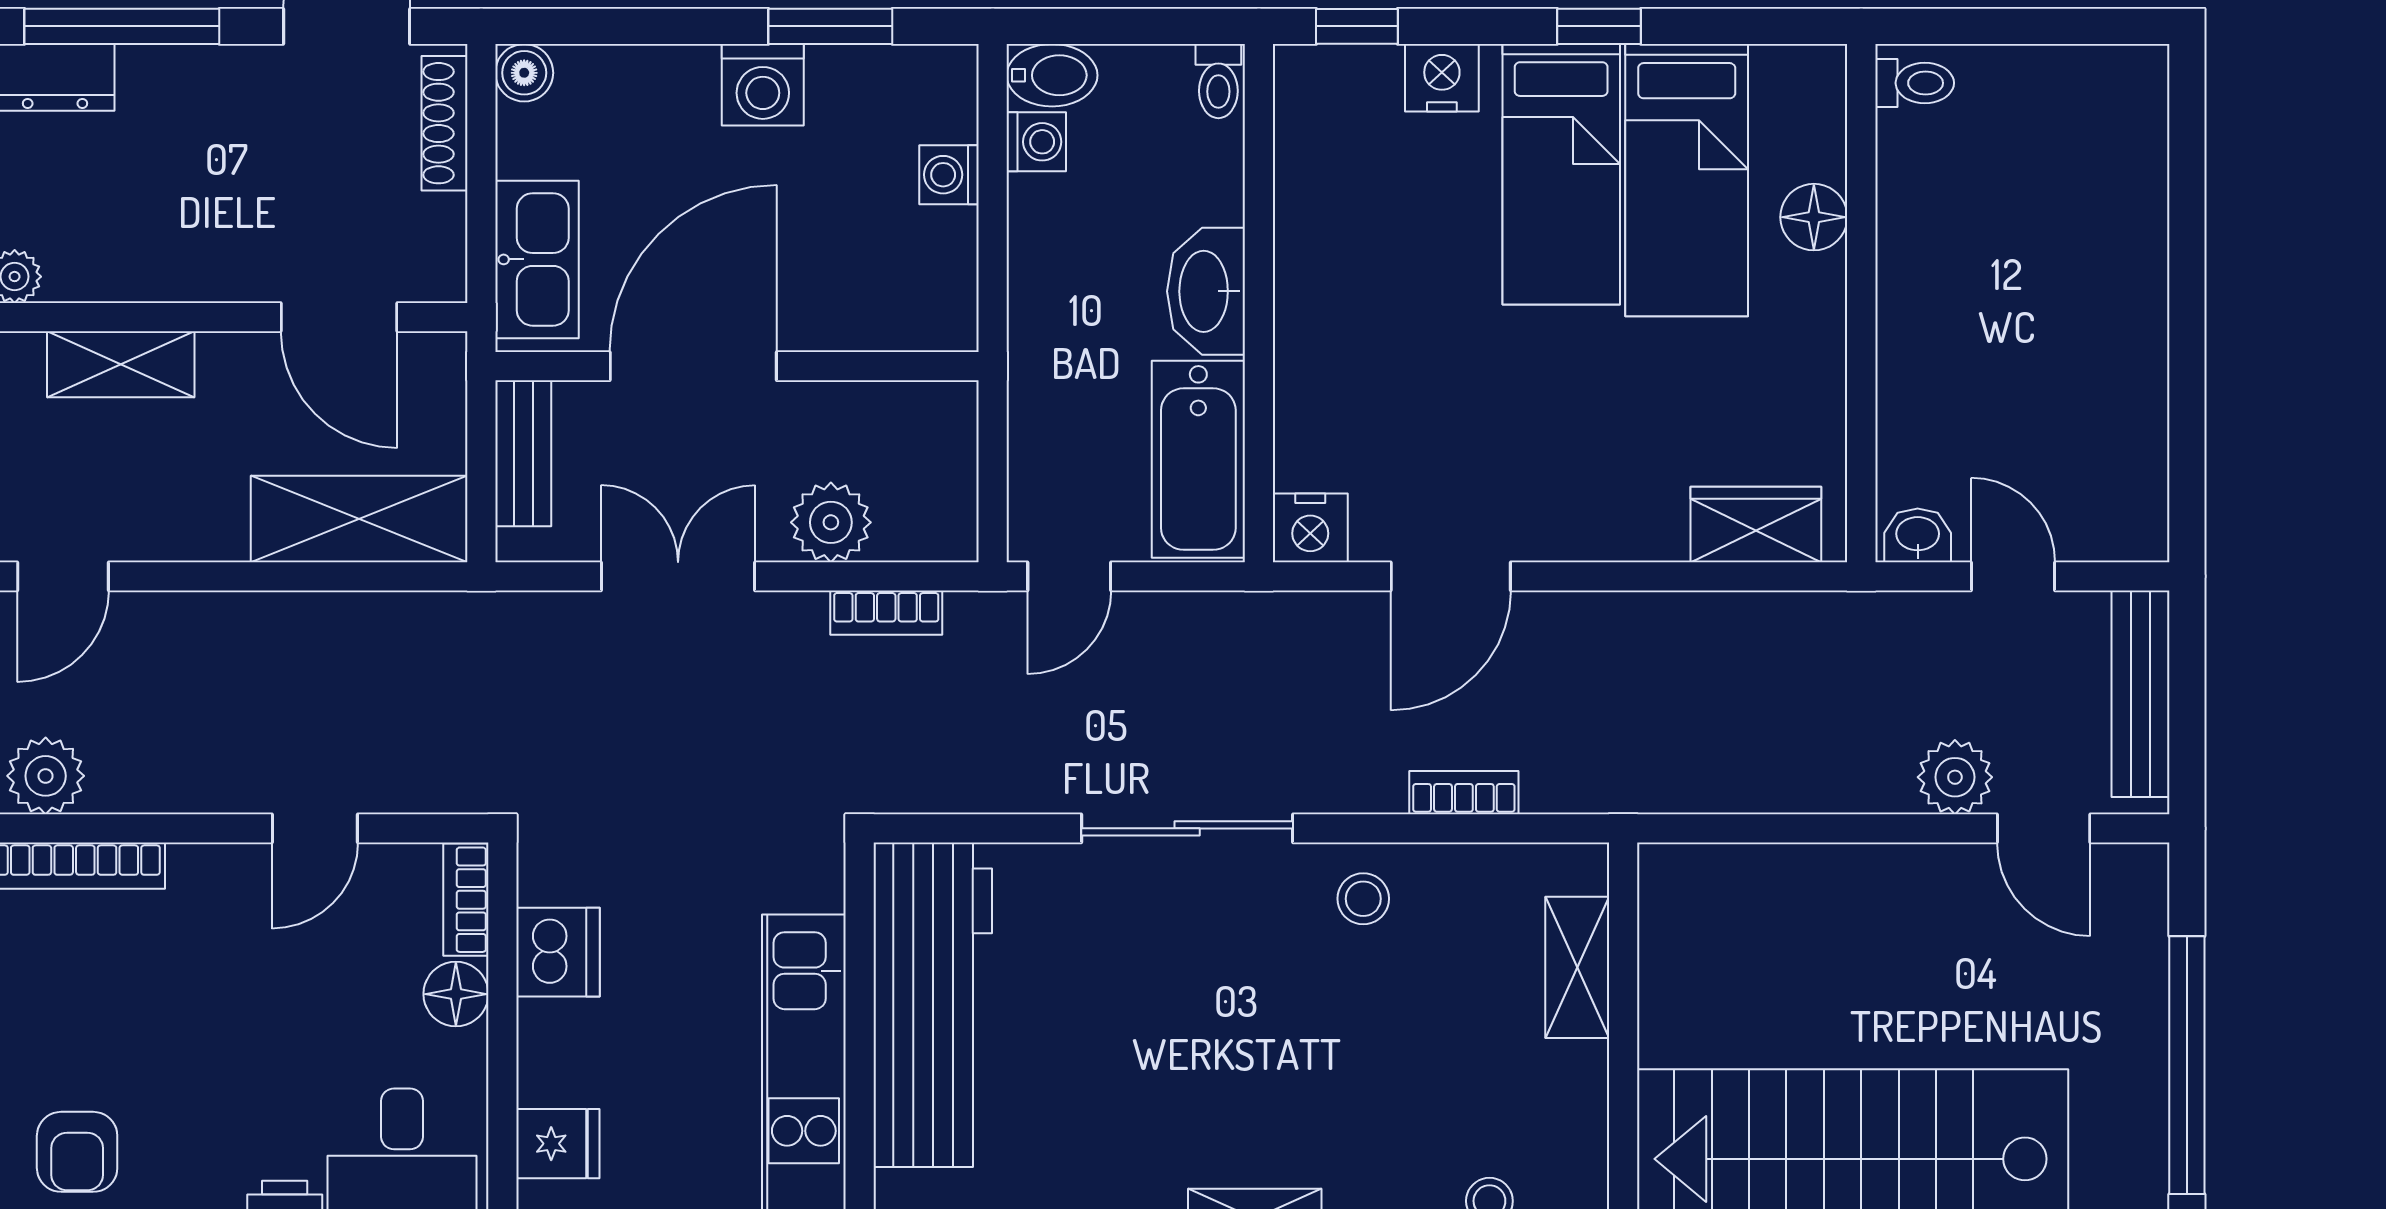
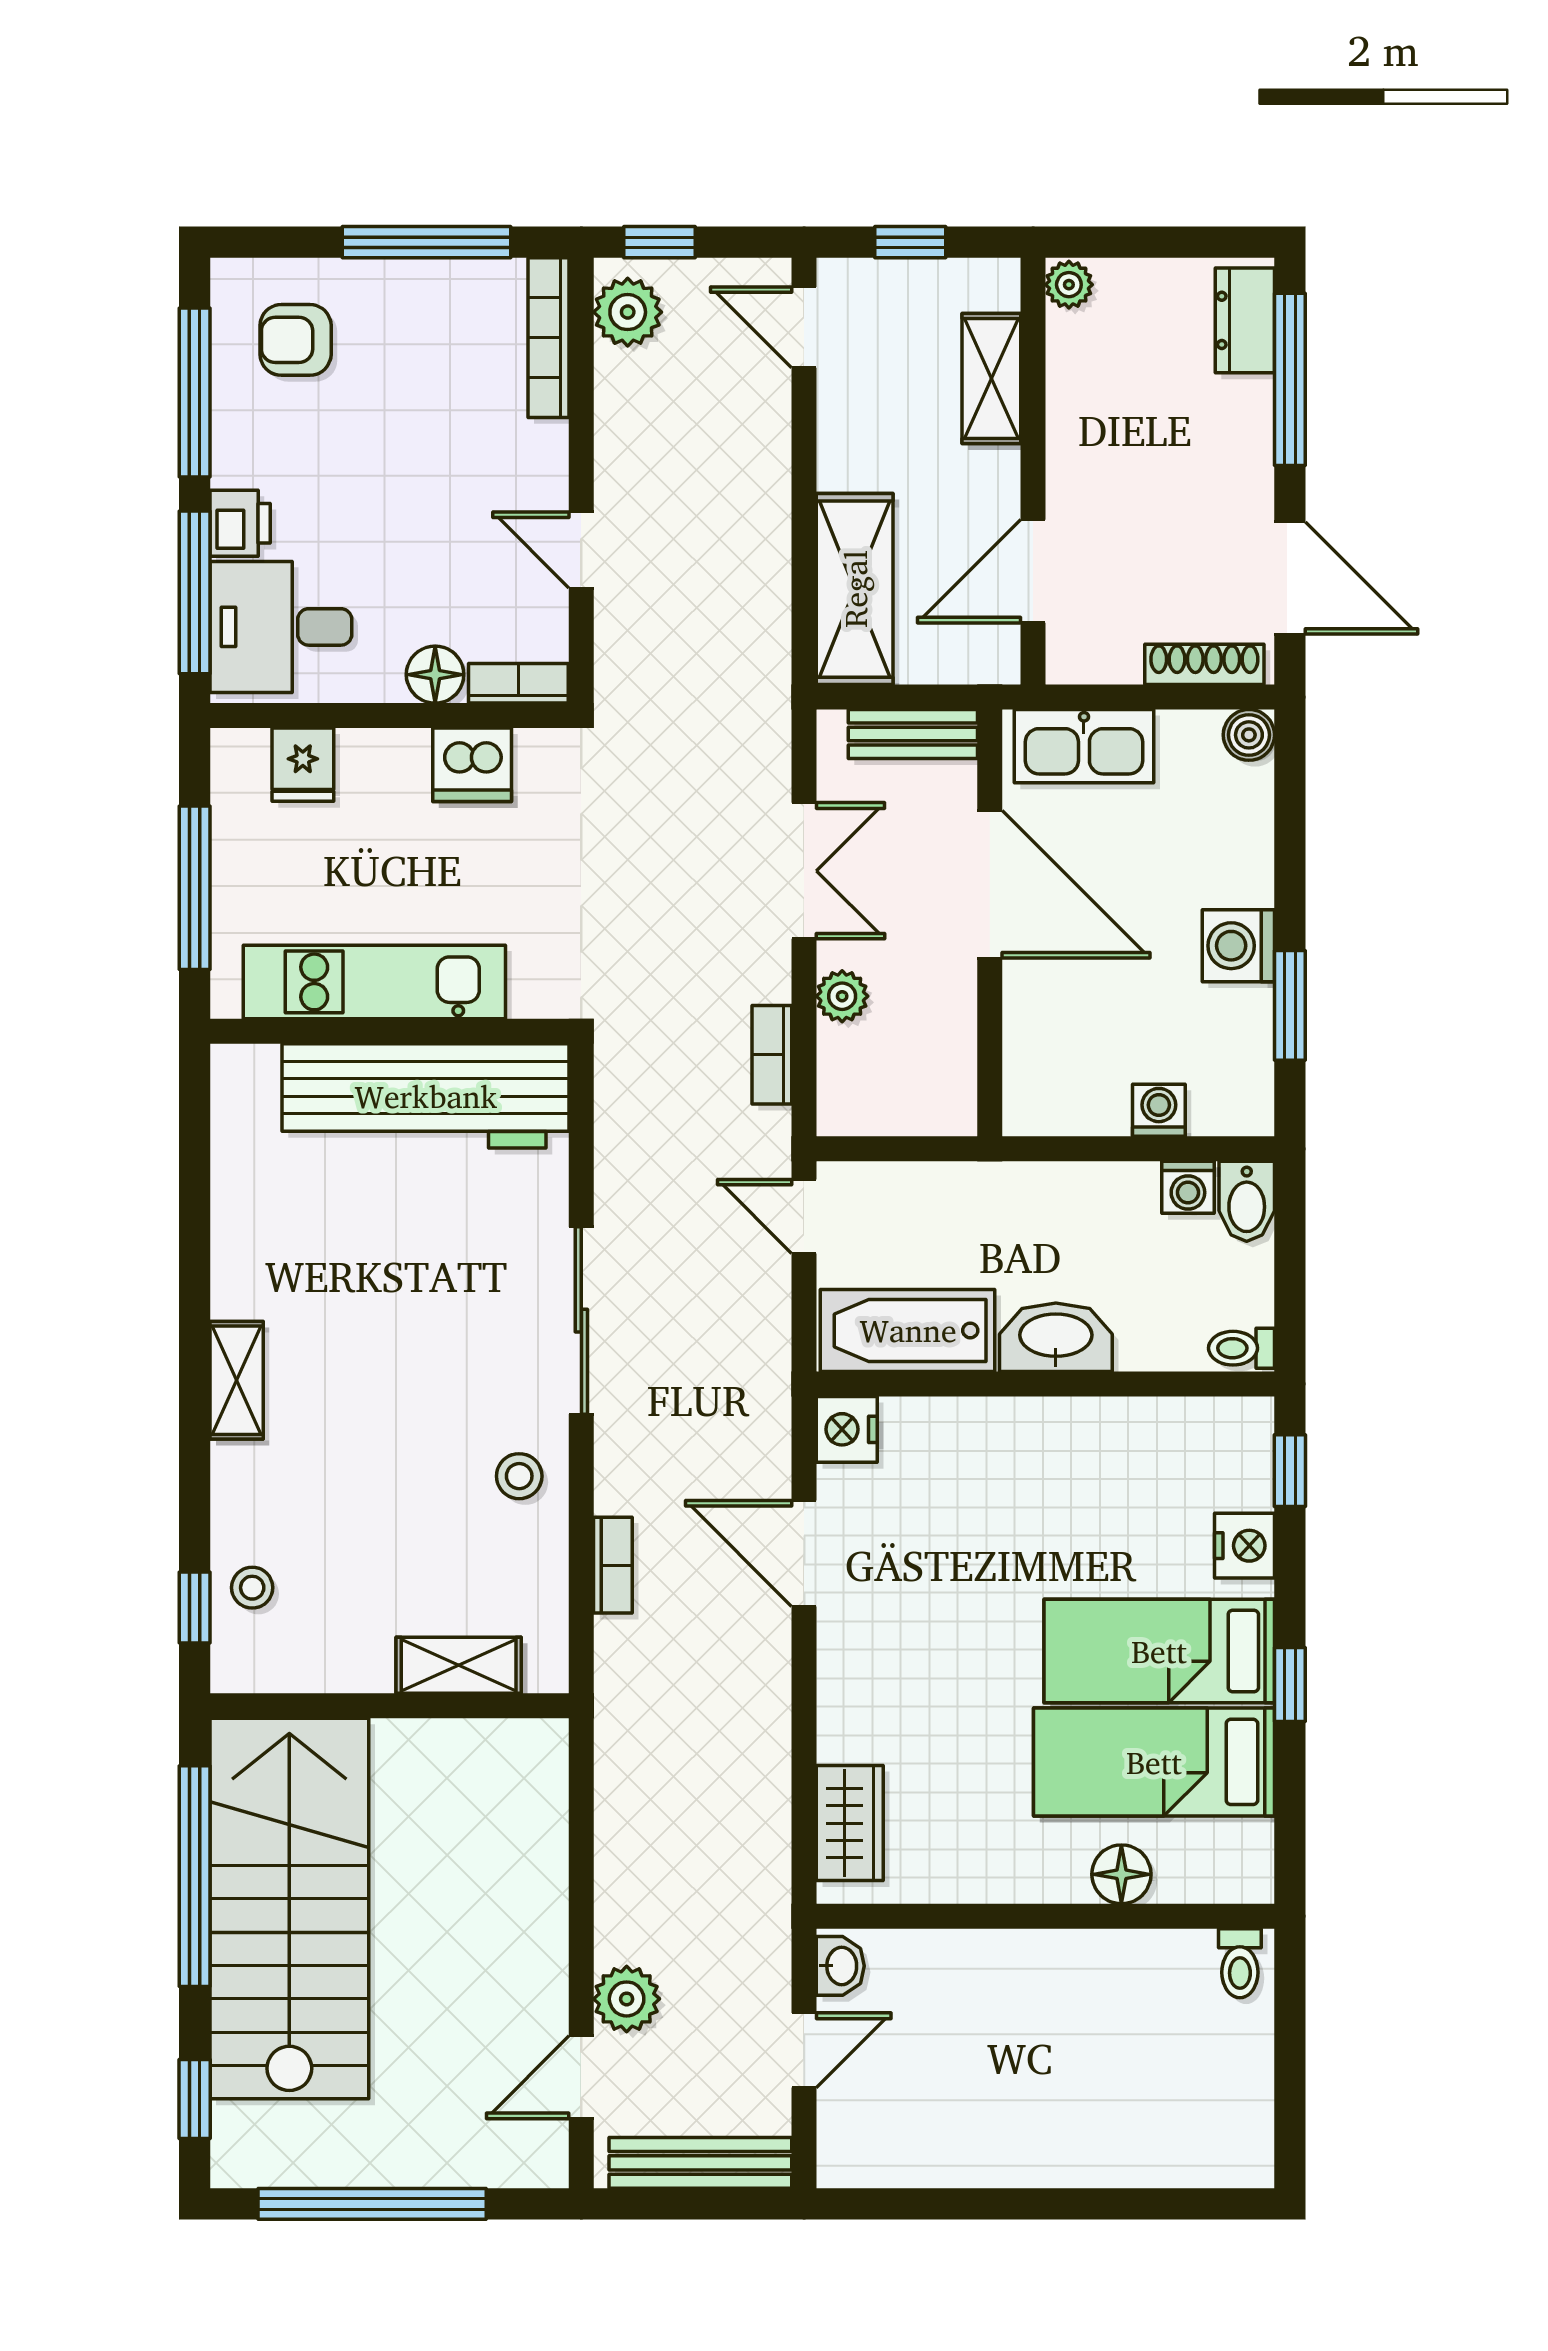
plant: (831, 522) -> (842, 996), width x0.73, depth x0.73

